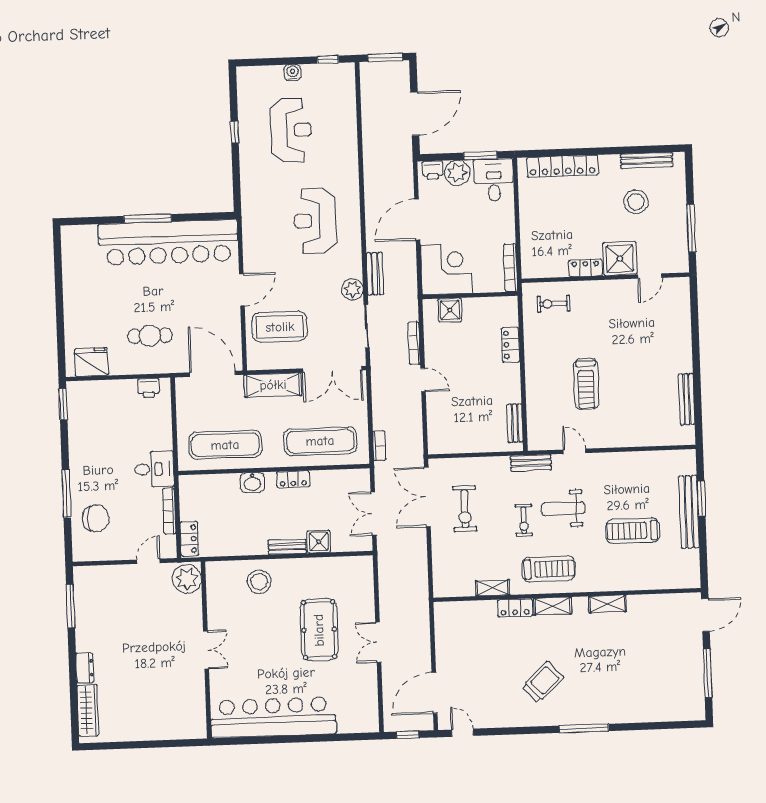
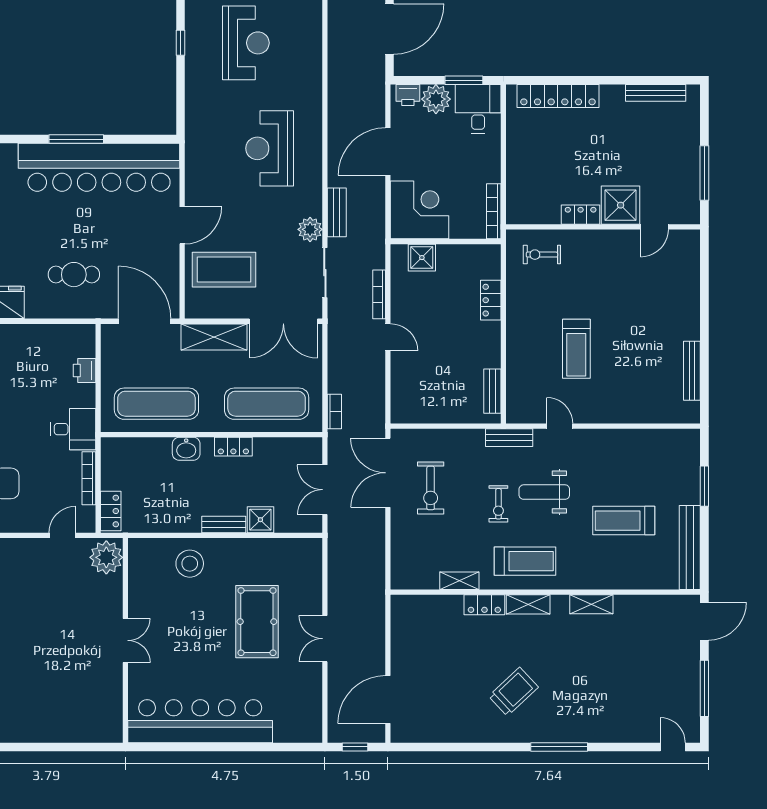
stool: (636, 202) -> (642, 140), removed
printer: (149, 388) -> (85, 371), moved, turned 90
bench: (689, 512) -> (690, 547), moved
door: (462, 733) -> (673, 747), moved

